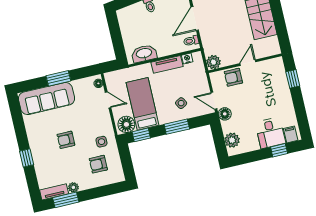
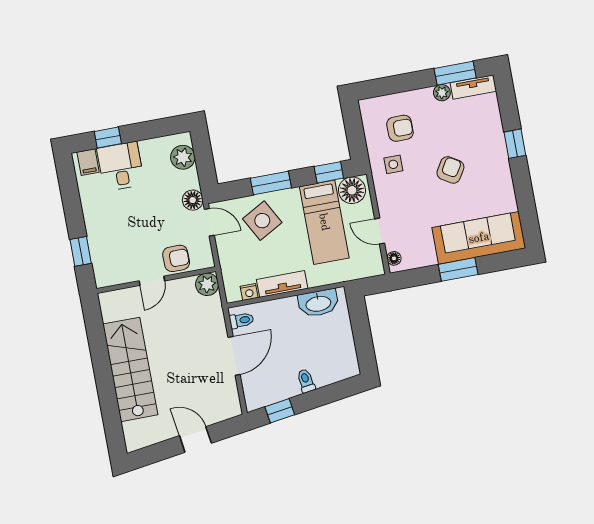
side table: (181, 103) -> (262, 221), width x1.87, depth x1.87
armchair: (66, 140) -> (450, 170), turned -59

